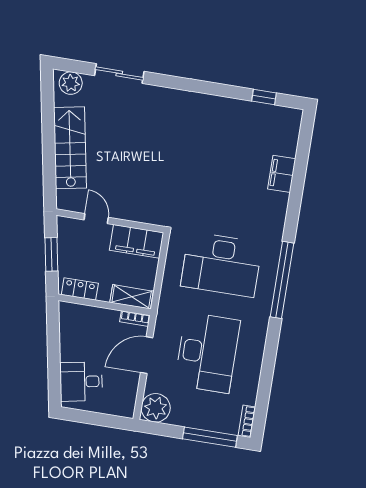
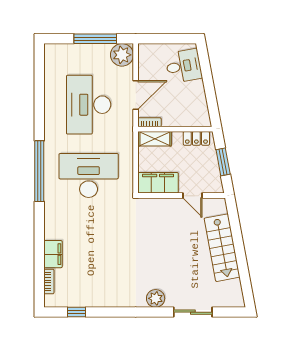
plant: (71, 83) -> (156, 298), moved
bookcase: (247, 421) -> (49, 281), moved
window: (210, 437) -> (95, 39), moved

